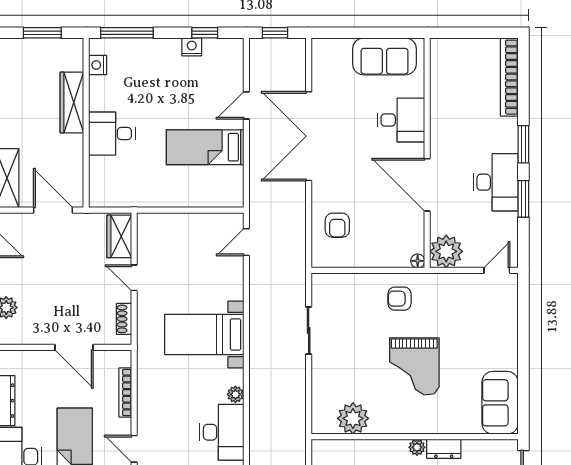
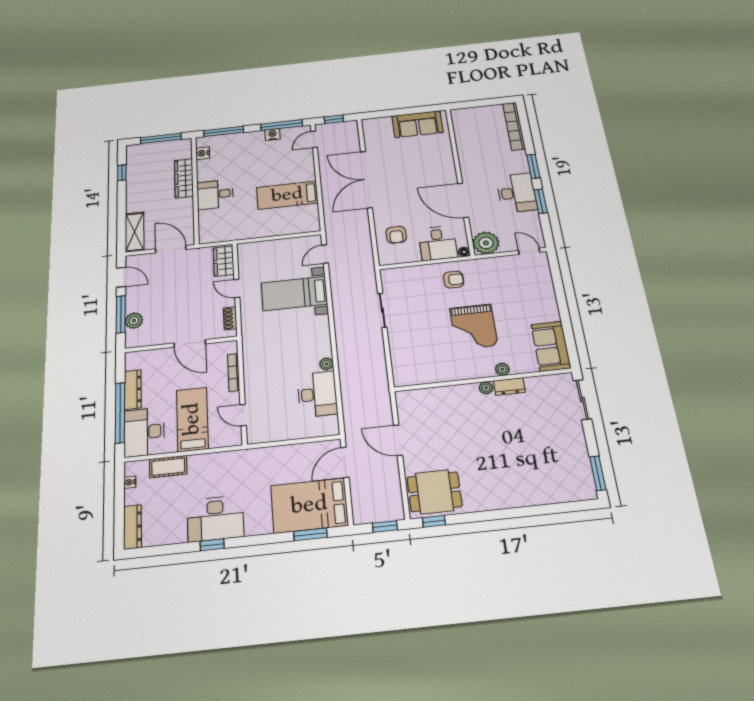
window: (42, 33) -> (161, 138), width x1.44
window: (205, 33) -> (282, 125), width x2.17
door: (246, 105) -> (314, 139), moved
desk: (401, 120) -> (438, 243), moved, turned 90
door: (497, 270) -> (529, 251), hinge flipped
armchair: (399, 299) -> (454, 280), turned 180
bed with nightstands: (204, 334) -> (294, 293), moved
plant: (353, 418) -> (502, 369), moved, width x0.53, depth x0.53

